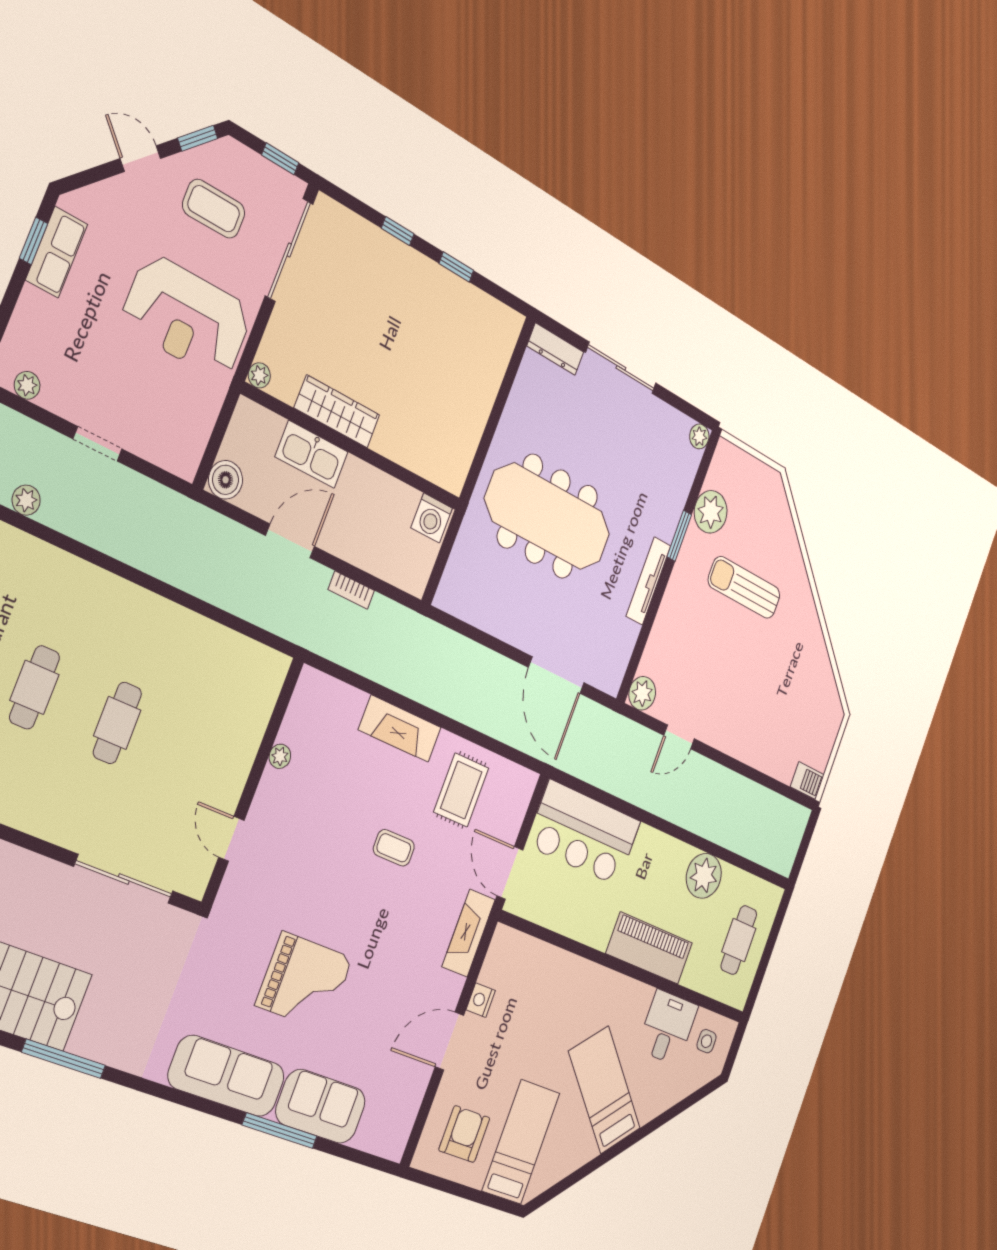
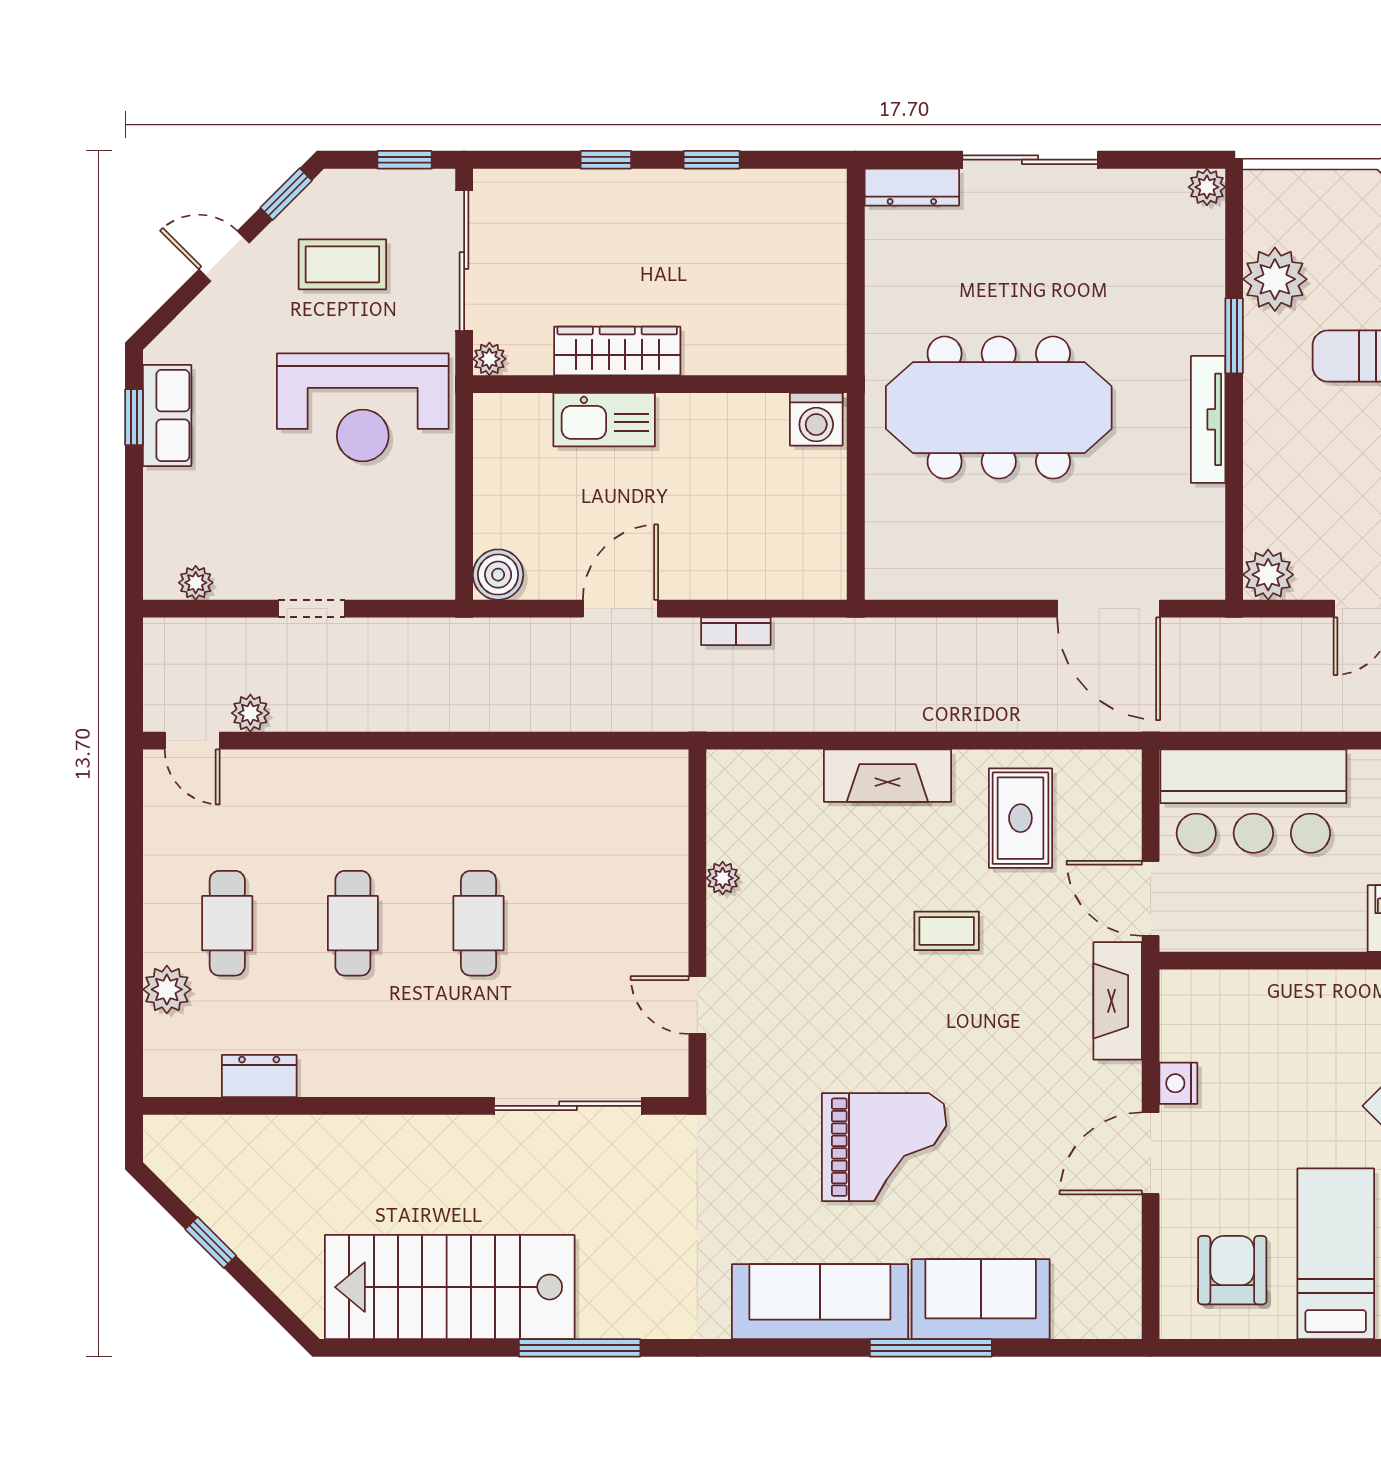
plant: (259, 375) -> (489, 359), moved
wardrobe: (337, 411) -> (617, 351), moved
wall: (353, 447) -> (660, 384), moved
kitchen sink: (312, 454) -> (604, 420), moved
washing machine: (432, 518) -> (816, 419), moved

